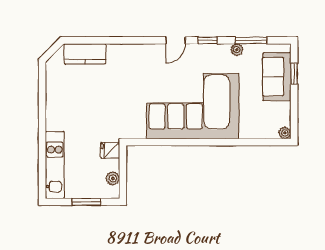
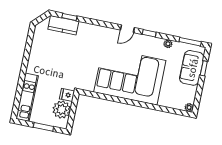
window: (91, 40) -> (69, 17), added
window: (251, 40) -> (190, 42), moved
plant: (113, 178) -> (62, 110), width x1.87, depth x1.87

